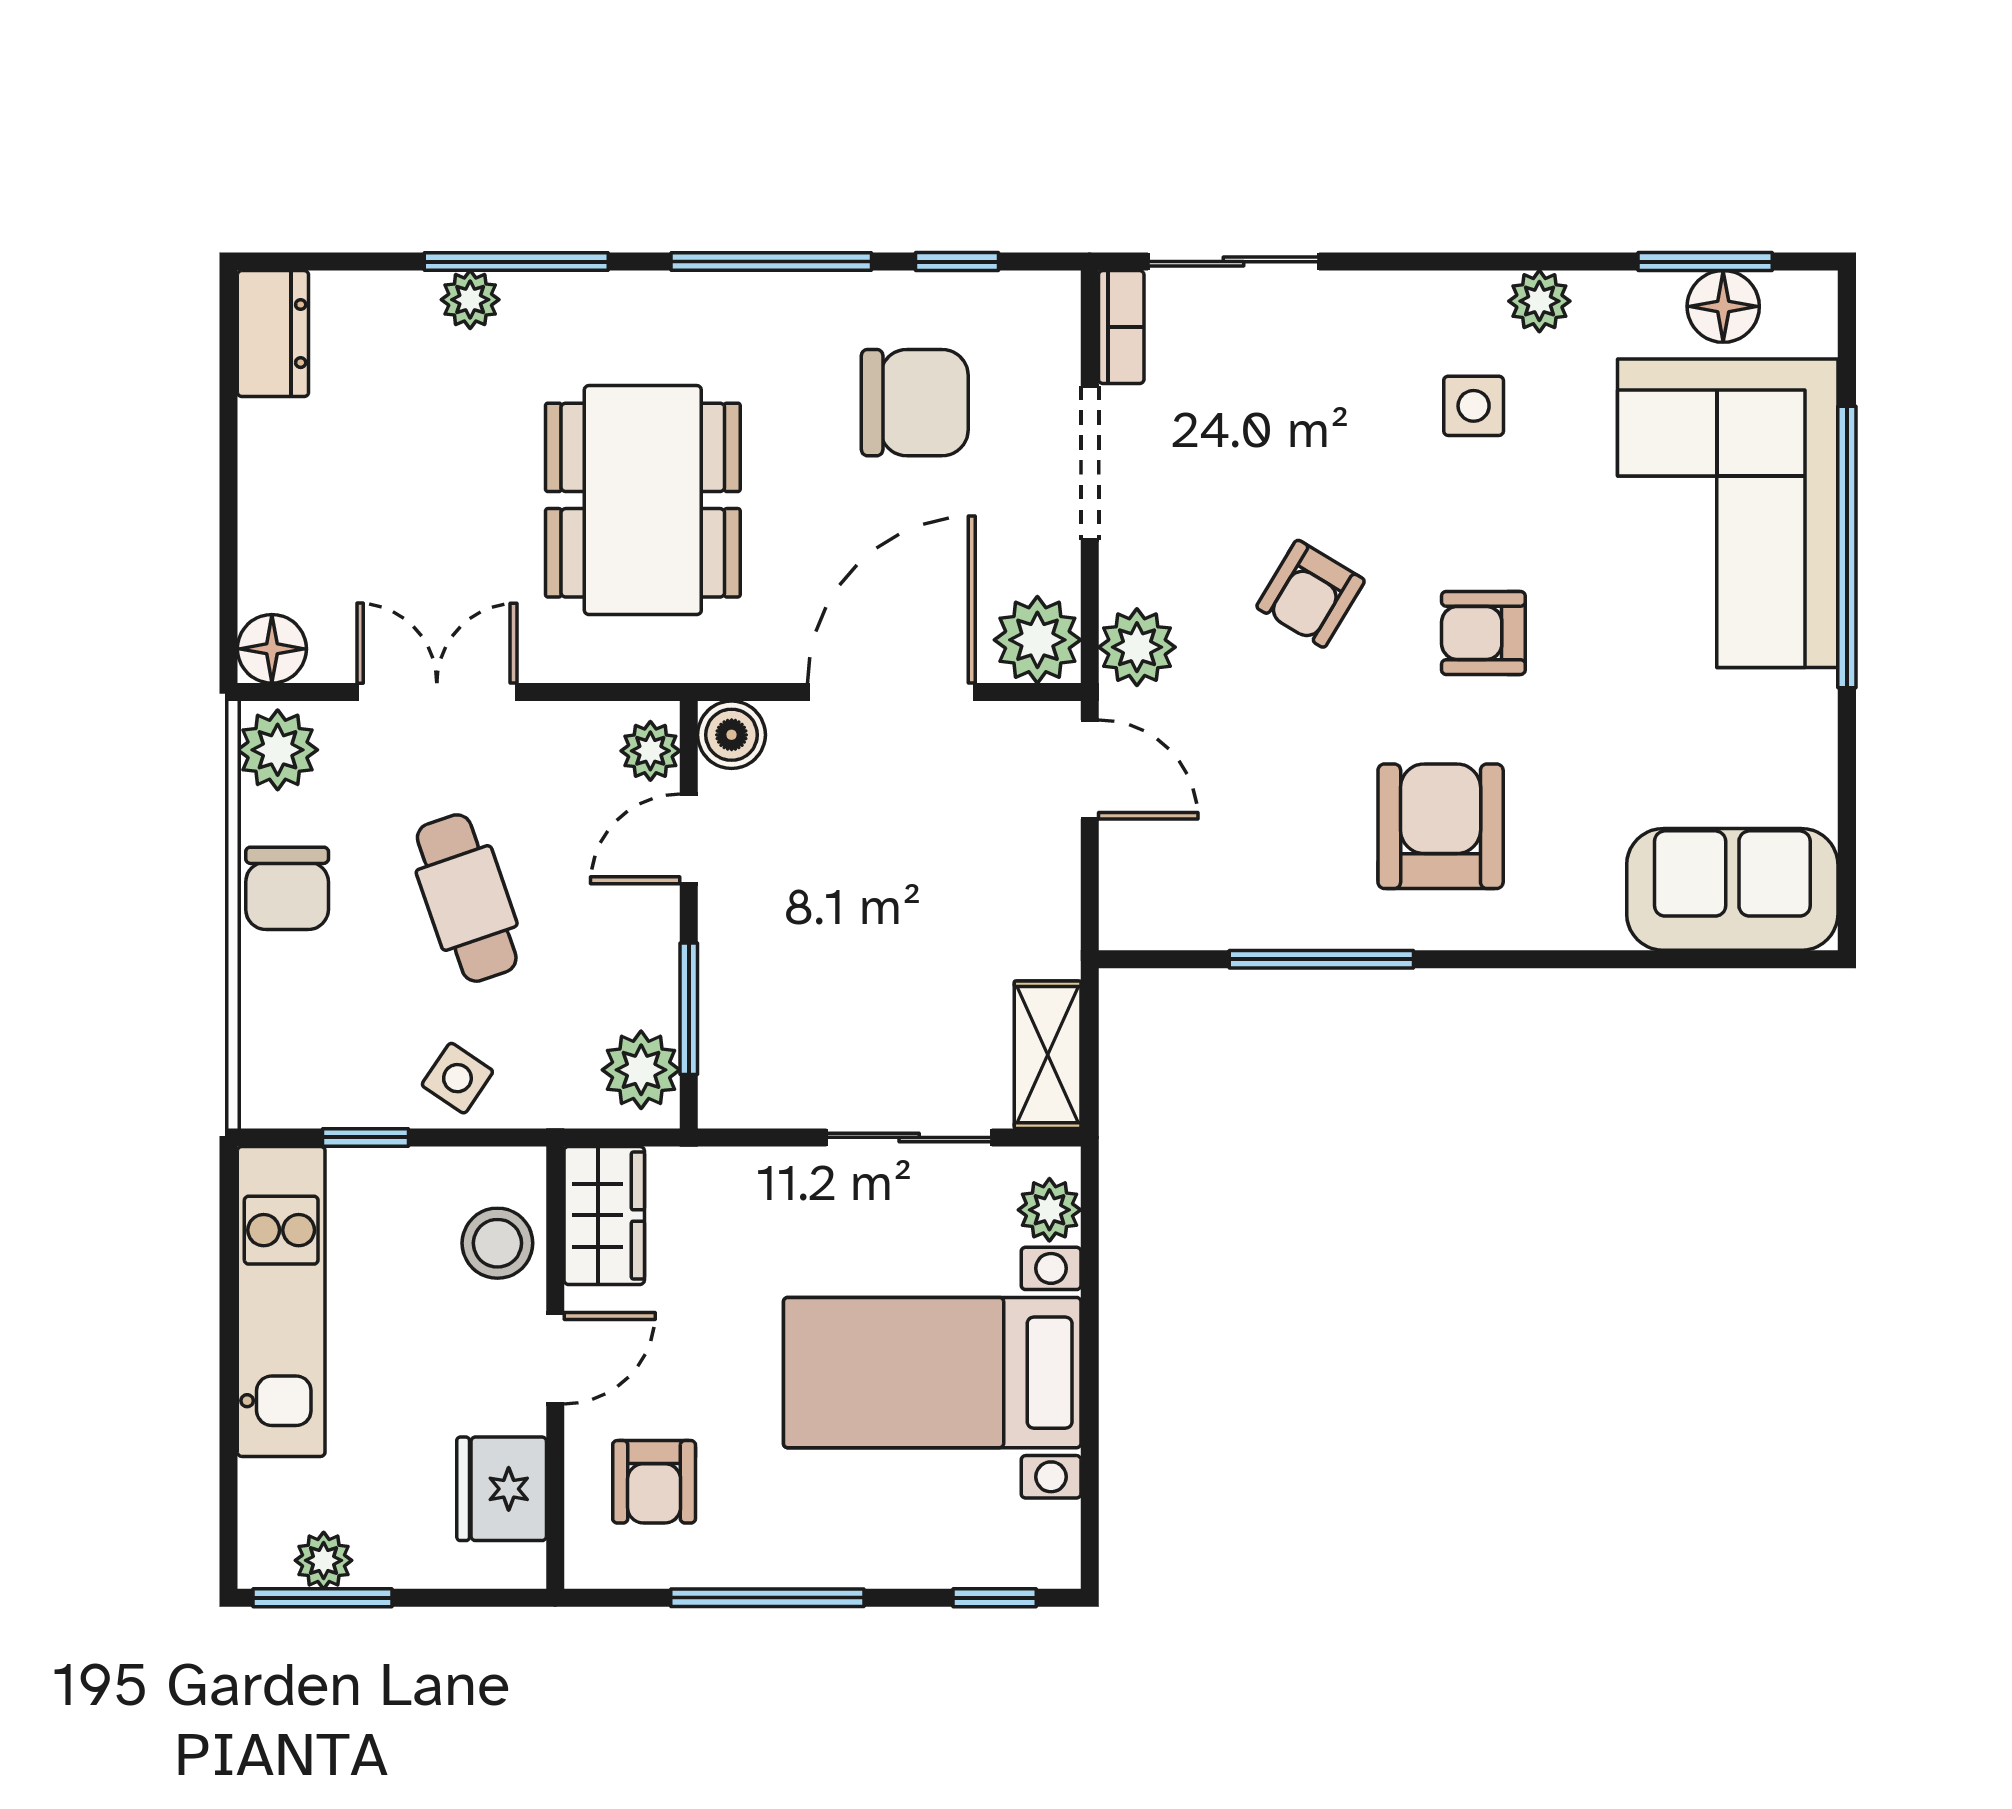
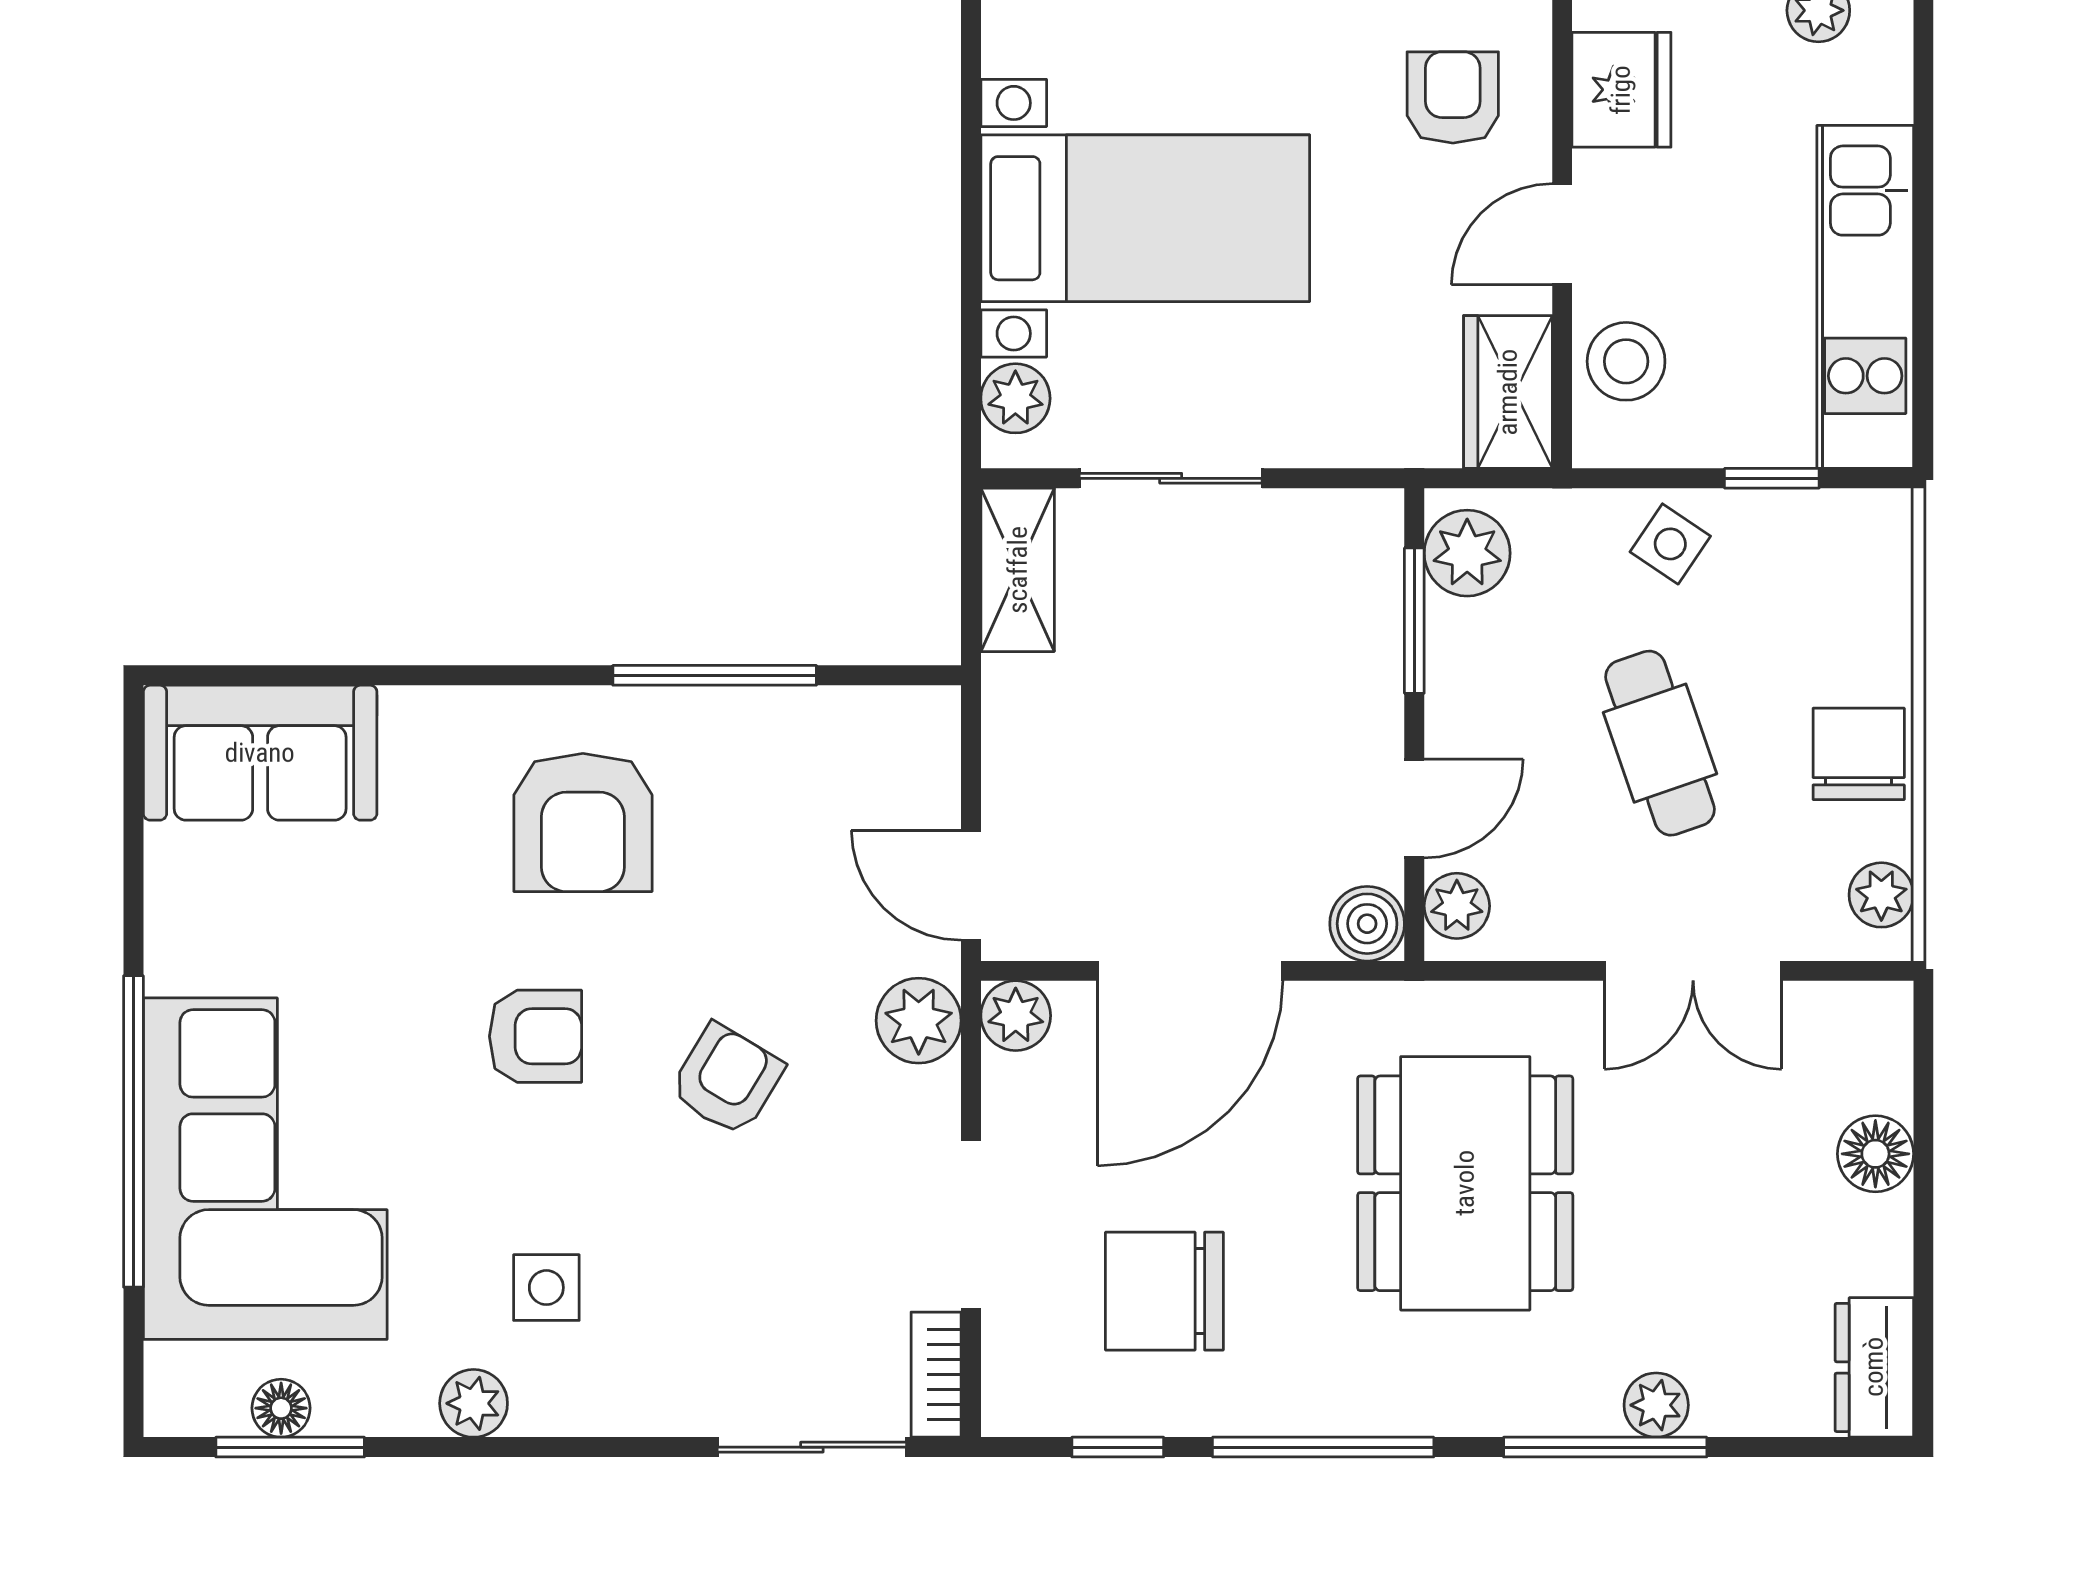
floor lamp: (1723, 306) -> (281, 1408), width x0.73, depth x0.73
plant: (1037, 640) -> (1016, 1016), width x0.73, depth x0.73
floor lamp: (272, 649) -> (1875, 1154), moved
plant: (278, 750) -> (1881, 895), width x0.73, depth x0.73

